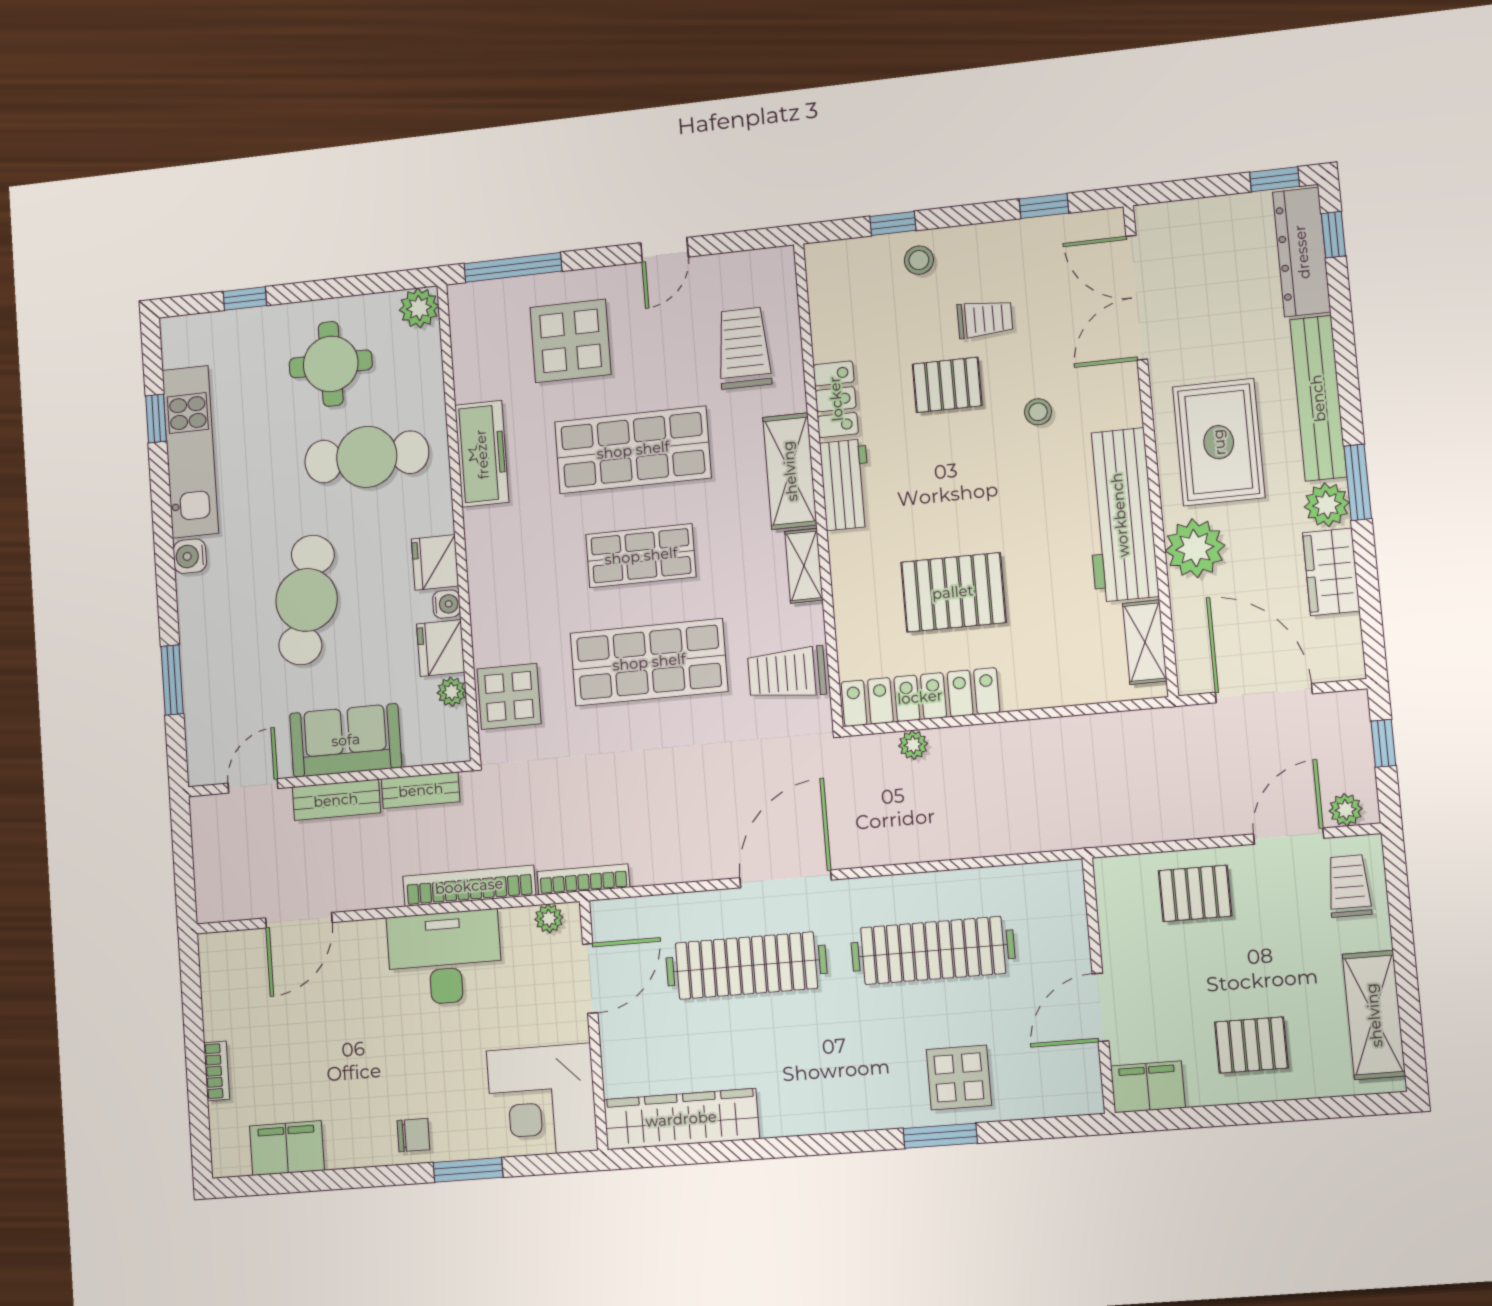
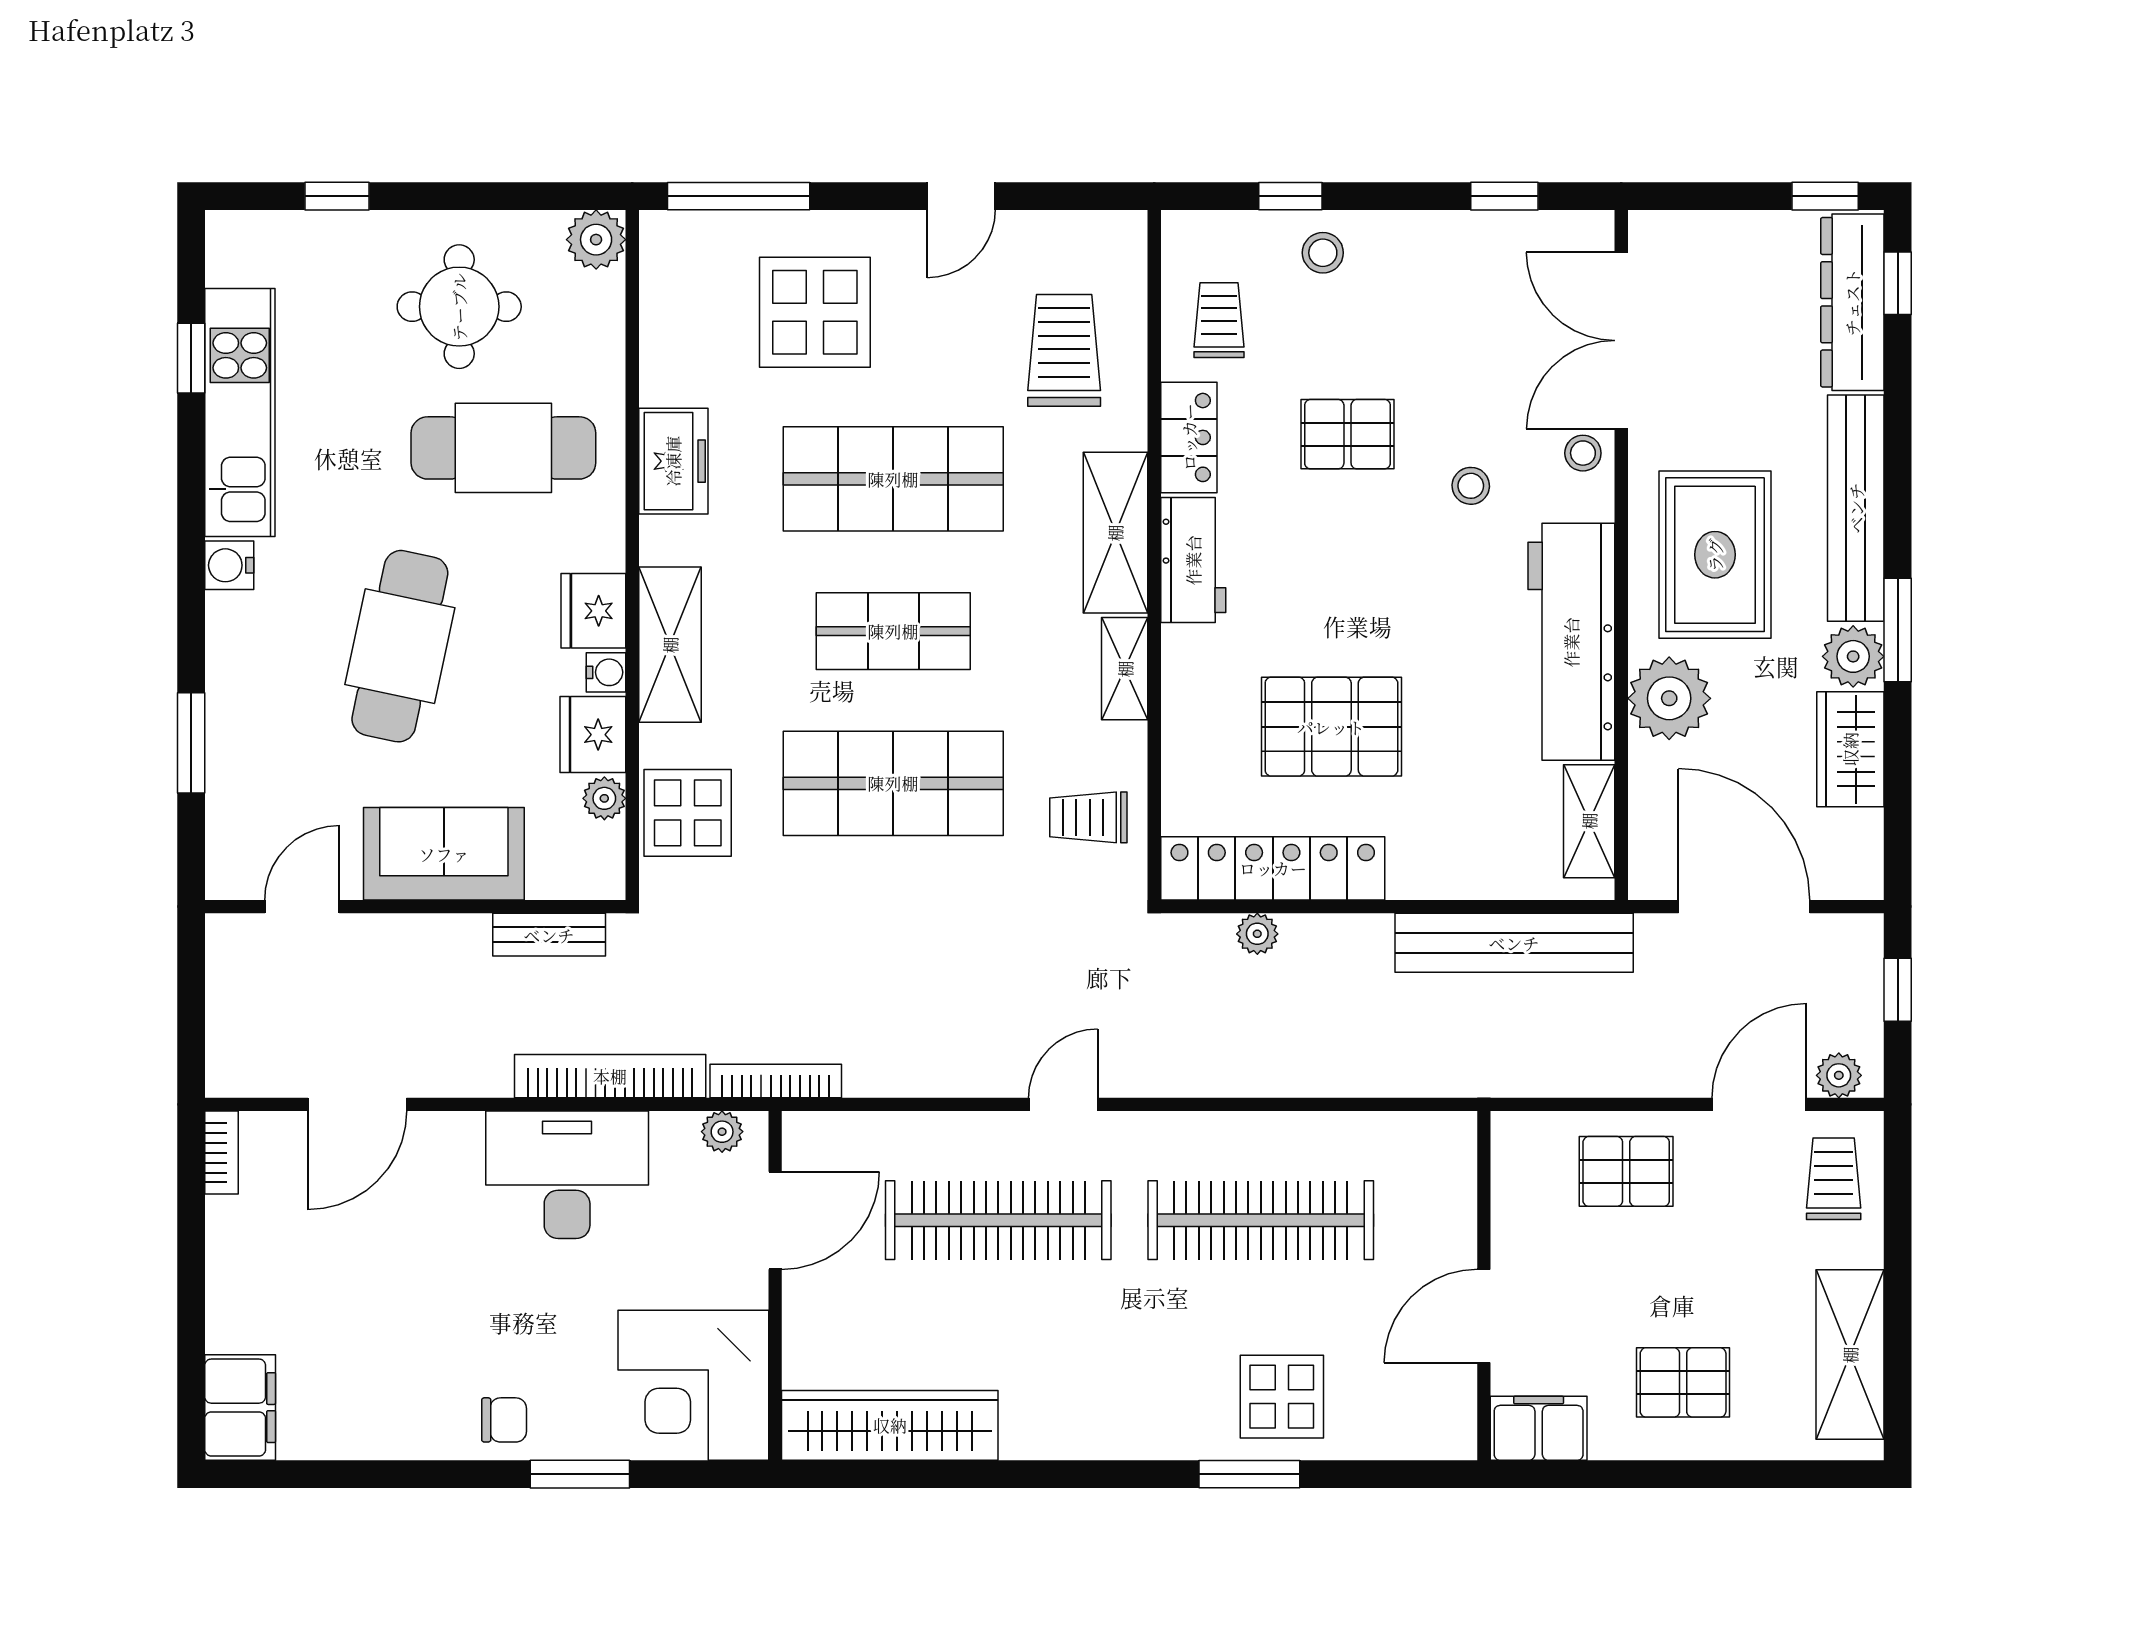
trolley: (985, 319) -> (1219, 320), moved, turned -90
stool: (1116, 380) -> (1583, 453), added
freezer: (482, 454) -> (673, 461), width x0.71
shelving: (489, 581) -> (670, 645), added
trolley: (787, 673) -> (1088, 817), width x0.73, depth x0.72
bench: (336, 800) -> (1514, 943), moved, width x1.86, depth x1.21
door: (785, 879) -> (1063, 1104), width x0.53
bookcase: (217, 1071) -> (221, 1153), moved
filing cabinet: (287, 1148) -> (240, 1408), moved, turned 90

